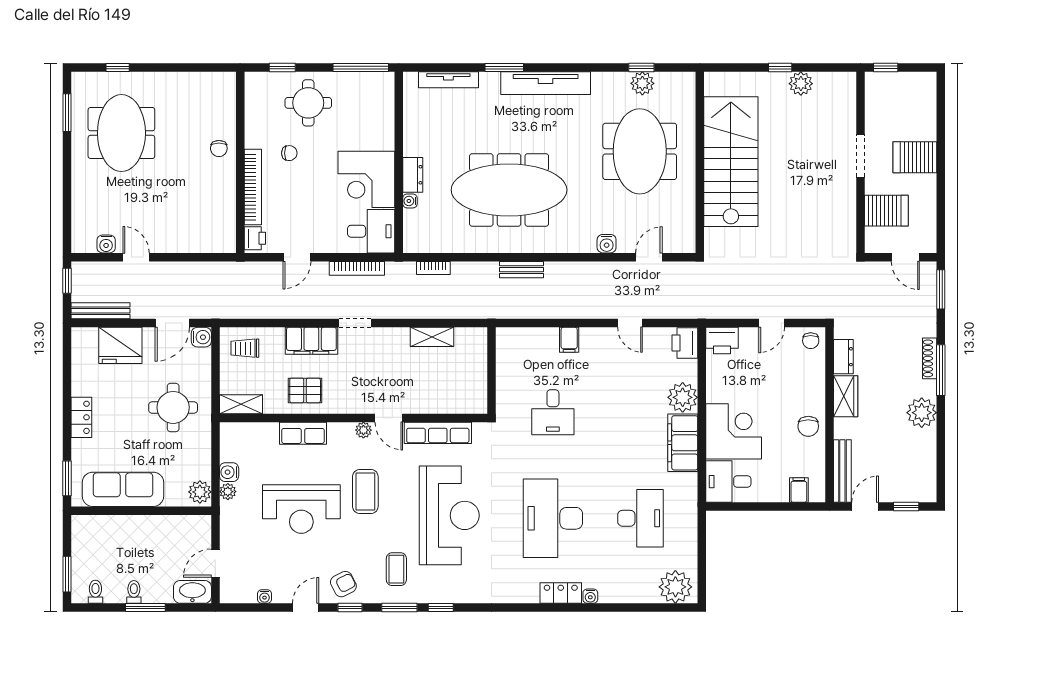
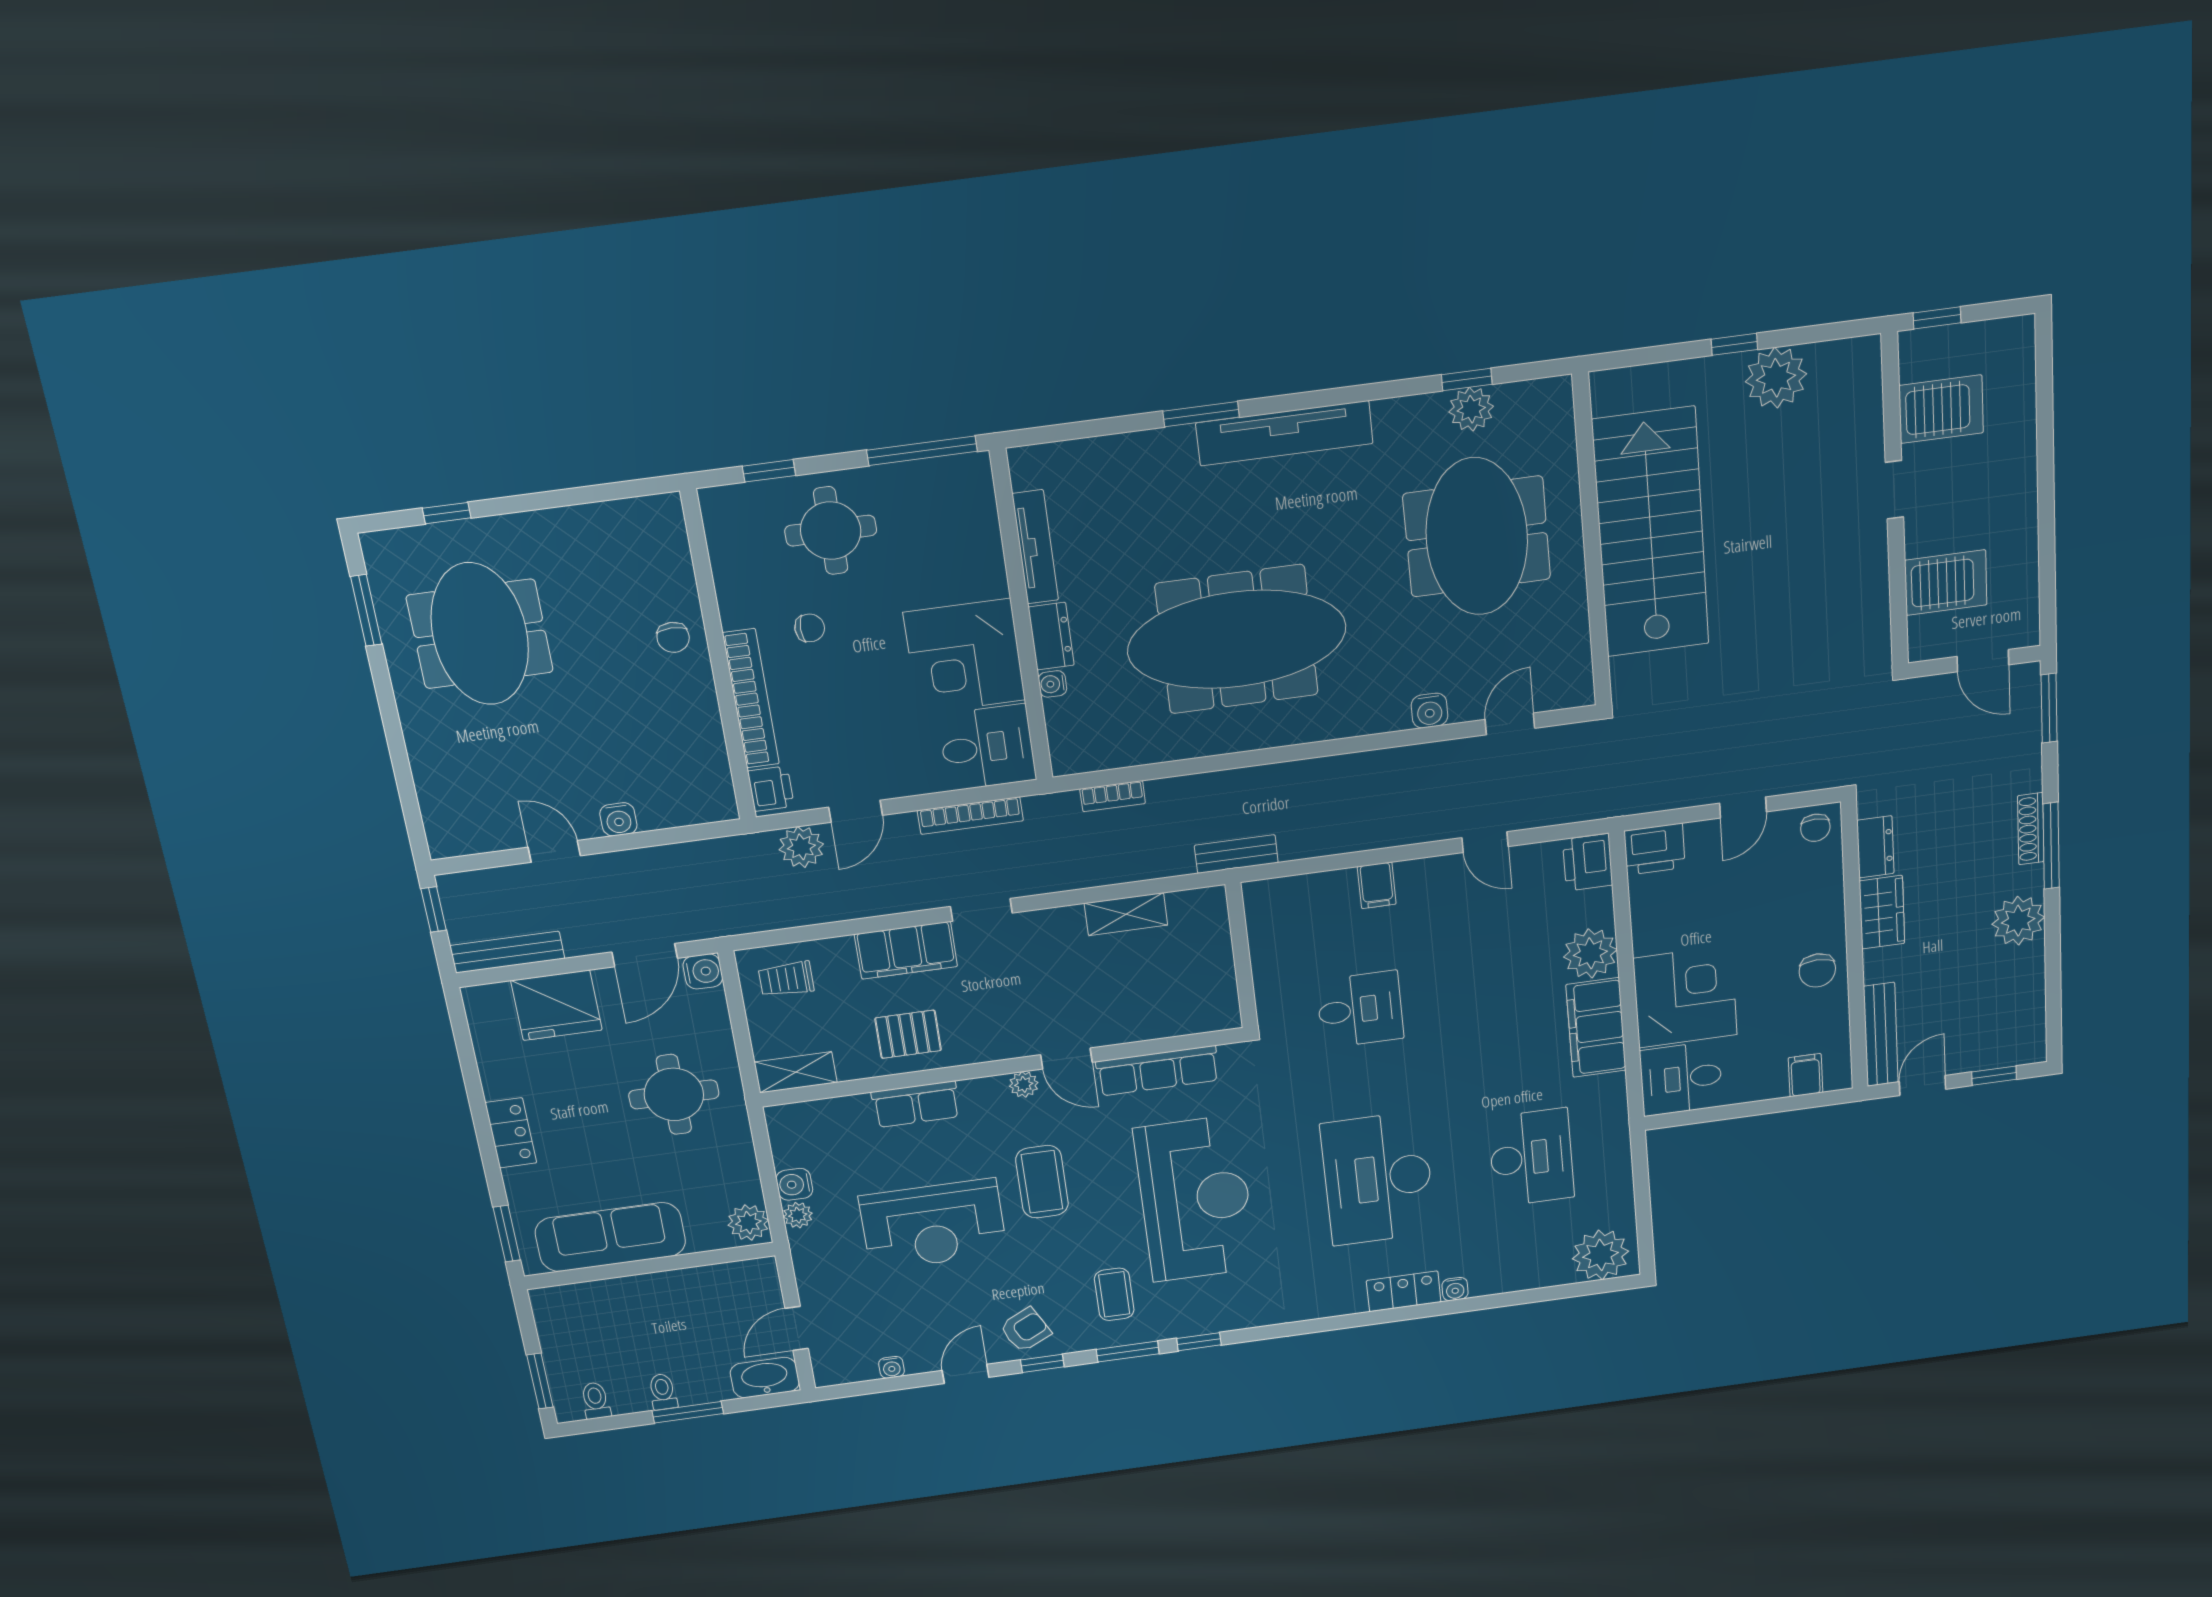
tv unit: (448, 80) -> (1035, 547), moved, turned -90
plant: (801, 84) -> (1776, 378), width x1.36, depth x1.36
doorway: (860, 156) -> (1894, 490), width x0.73
server rack: (915, 157) -> (1941, 409), moved, turned 180
water cooler: (106, 244) -> (618, 819), moved
bench: (522, 270) -> (1236, 854), moved
plant: (265, 273) -> (801, 847), added
desk: (553, 412) -> (1360, 1009), turned -90

